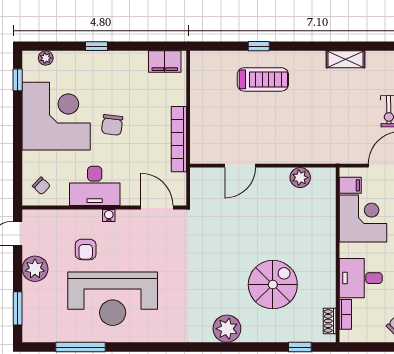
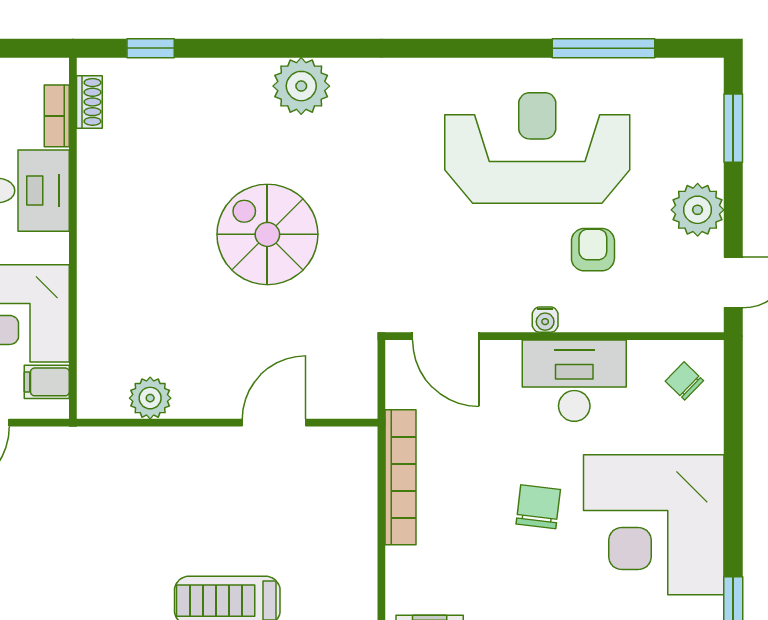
spiral stairs: (273, 285) -> (267, 234), moved, turned 90

